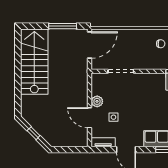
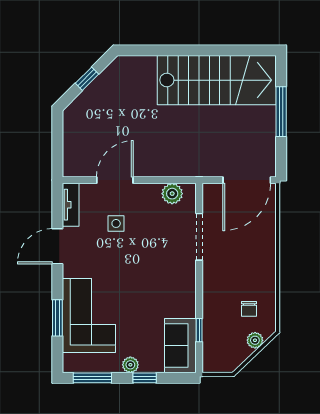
window: (63, 26) -> (281, 112), moved
door: (90, 45) -> (247, 180), hinge flipped
plant: (97, 101) -> (172, 194), moved

